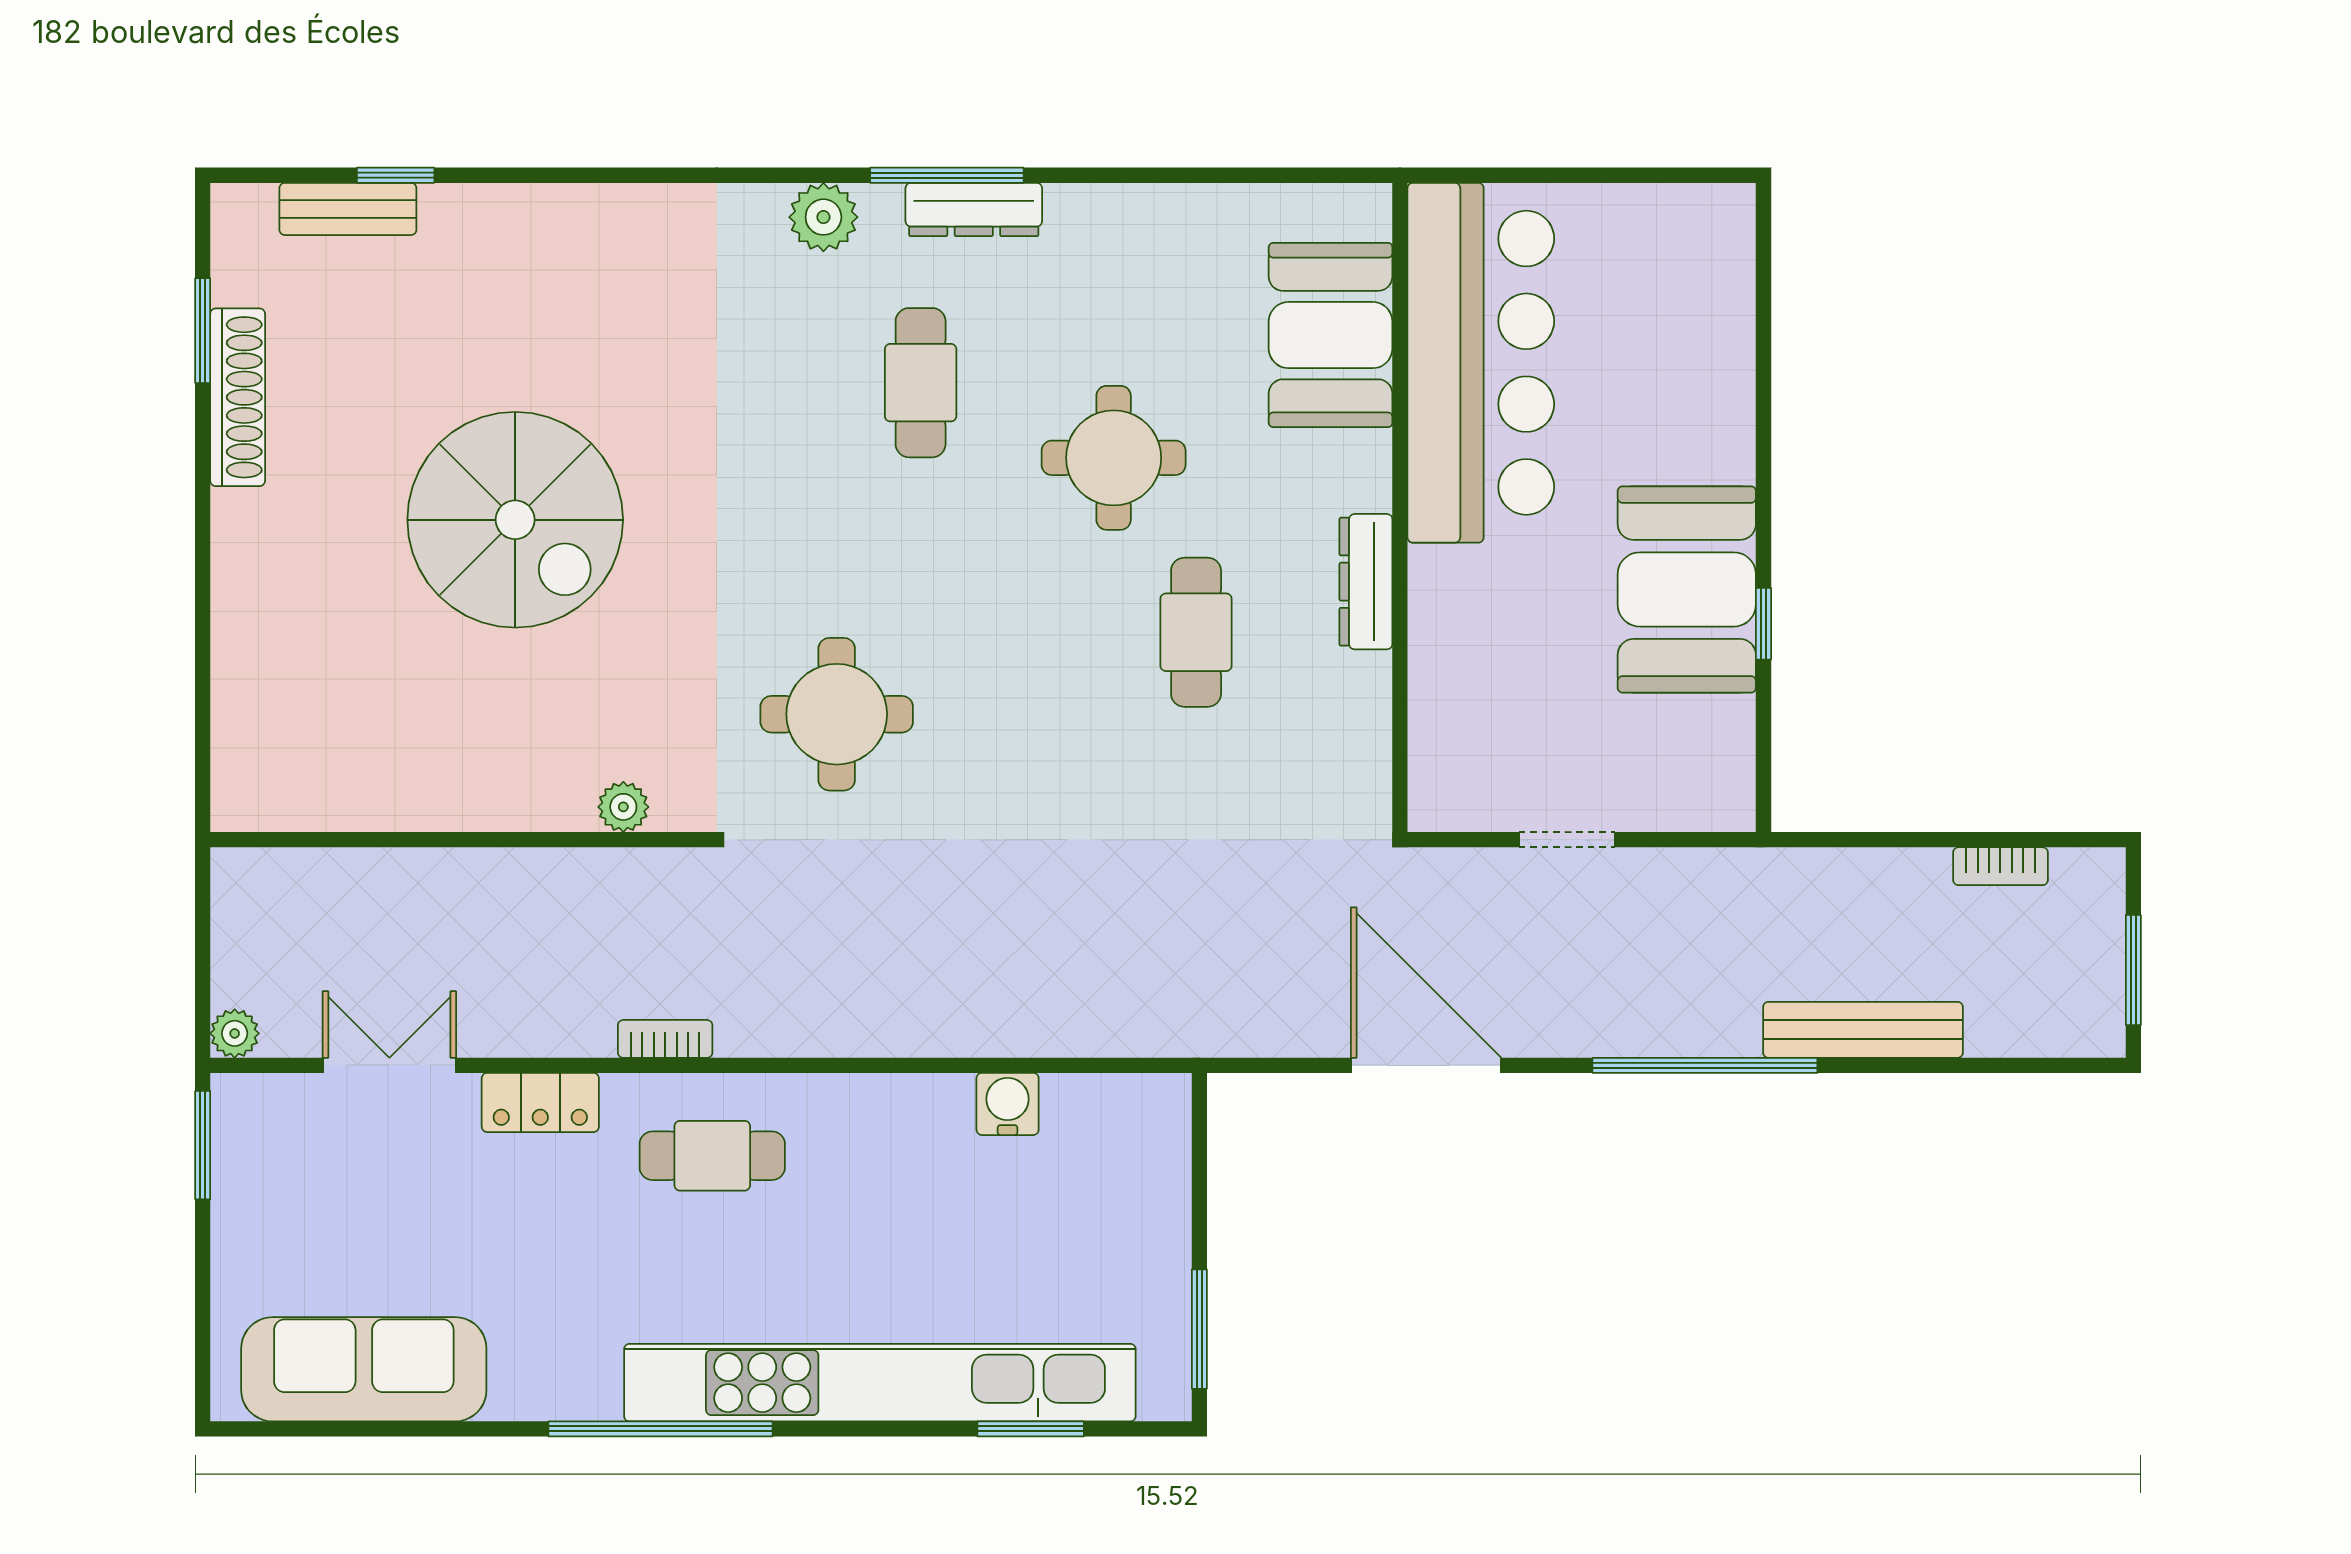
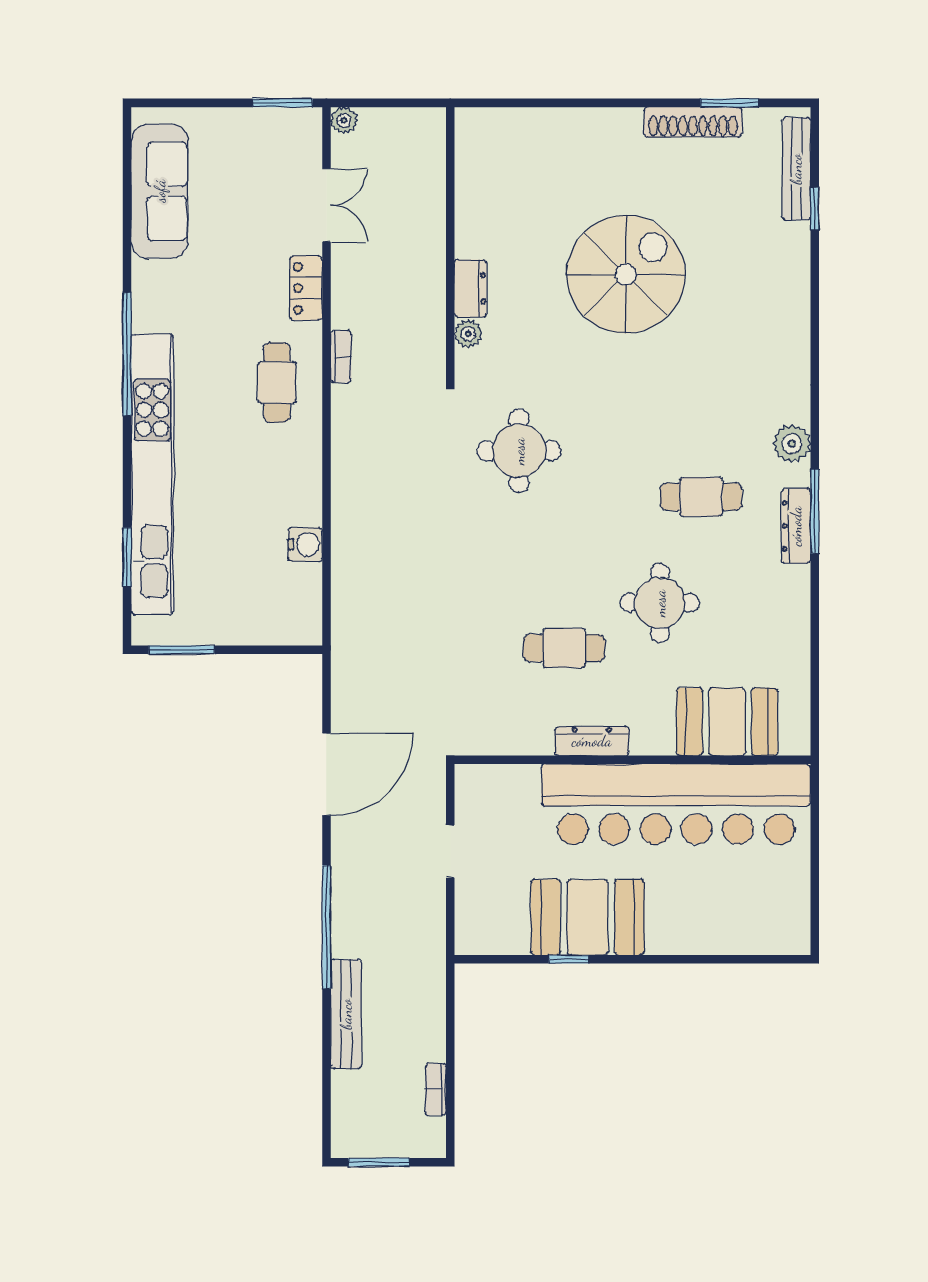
bench: (348, 209) -> (796, 169), width x1.36
bar counter: (1481, 363) -> (676, 804), width x1.36
spiral stairs: (515, 520) -> (626, 274), turned 180
dresser: (541, 803) -> (470, 288), added

